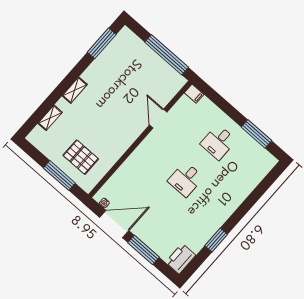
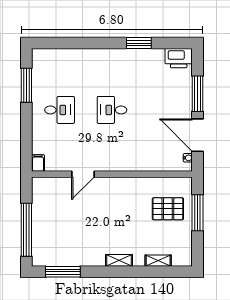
window: (167, 55) -> (26, 230), moved
pallet: (81, 157) -> (168, 209), turned 90
desk: (186, 179) -> (112, 110), turned 180

